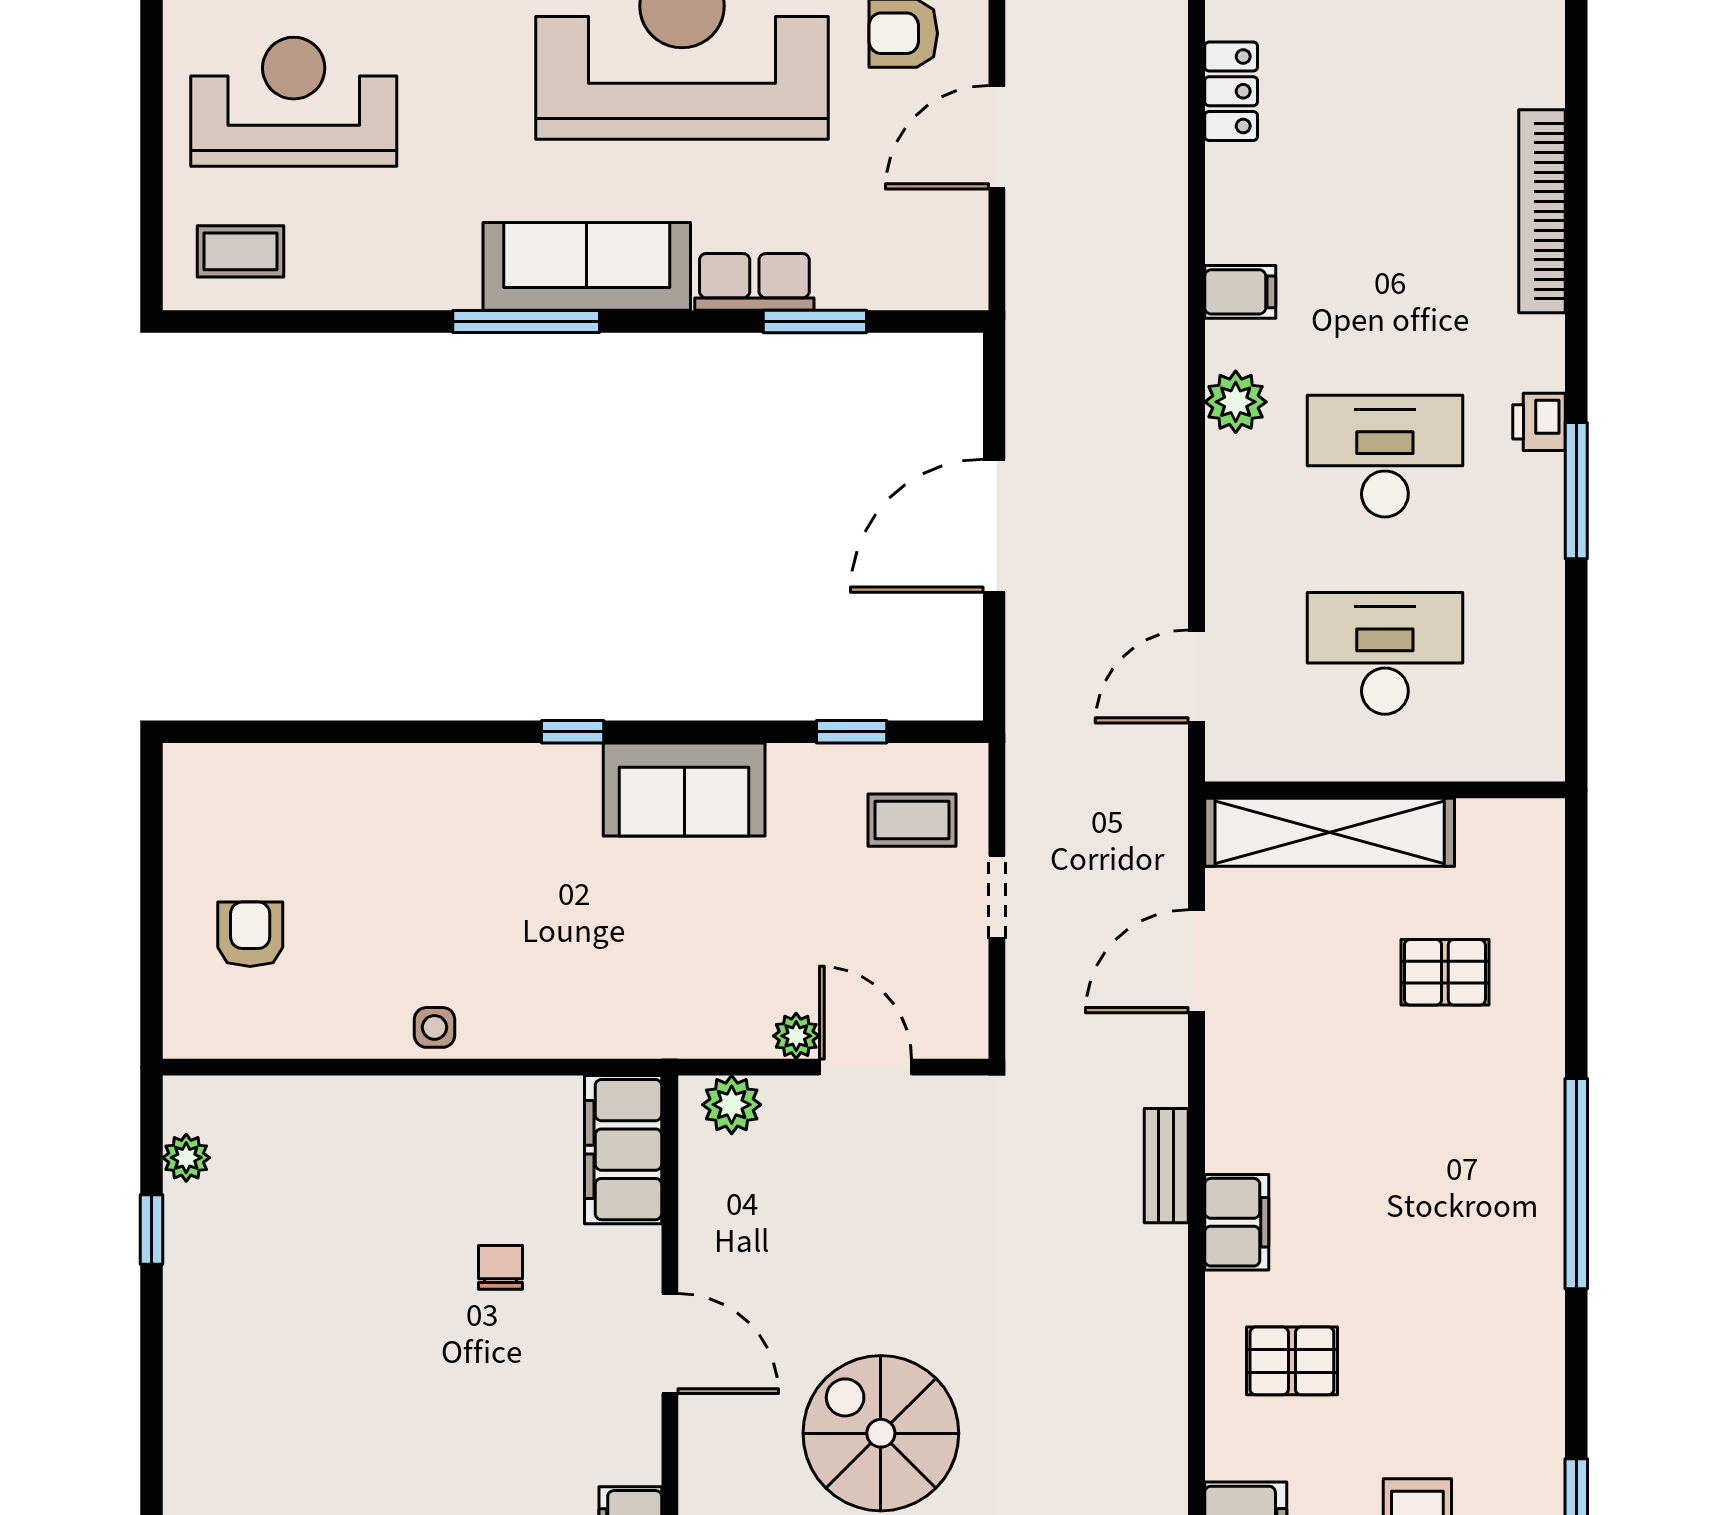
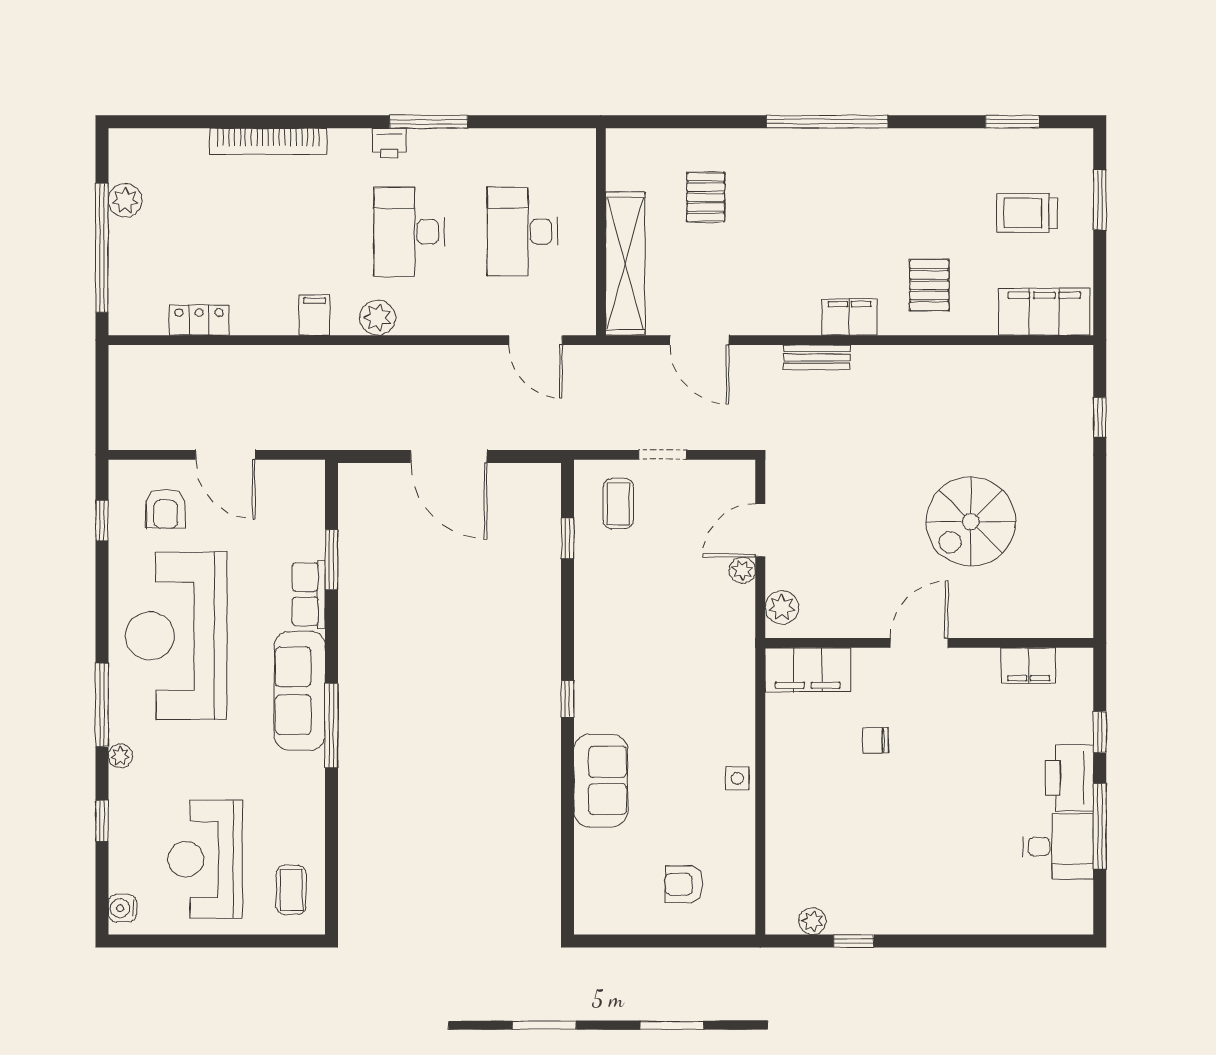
sofa: (684, 790) -> (601, 780), moved

